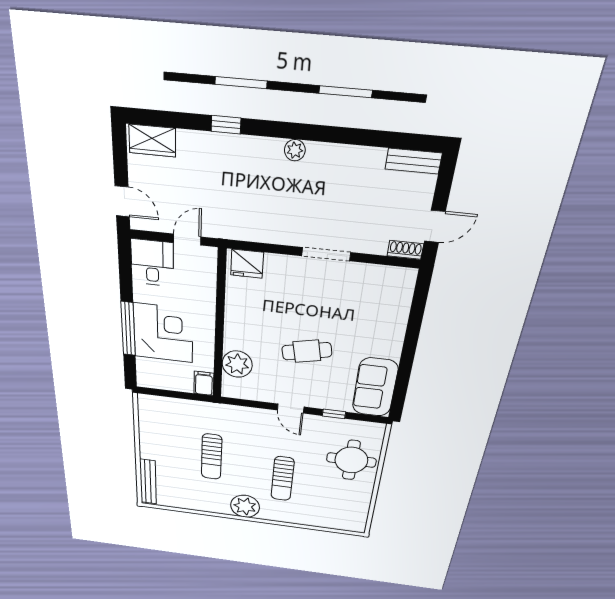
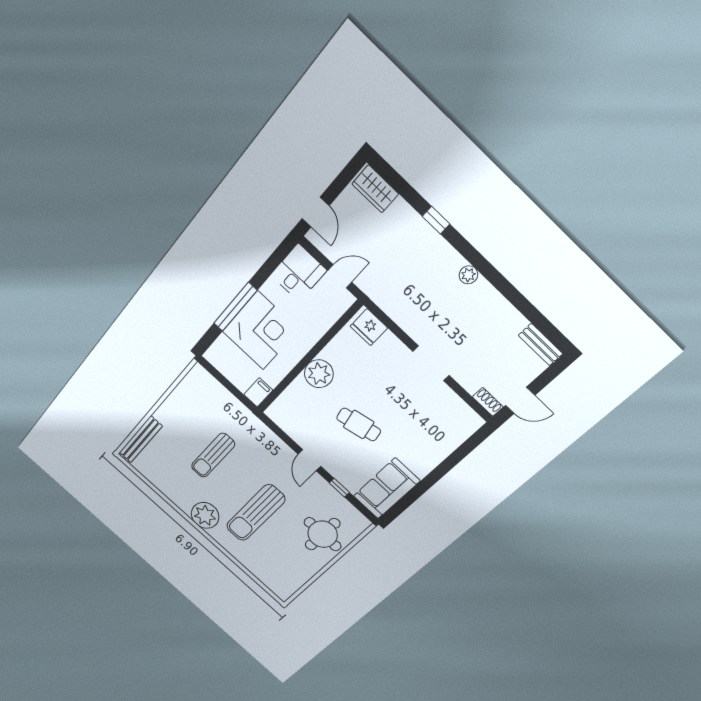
plant: (237, 364) -> (319, 374), moved
sun lounger: (283, 479) -> (256, 513), width x1.36, depth x1.34

